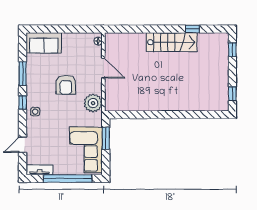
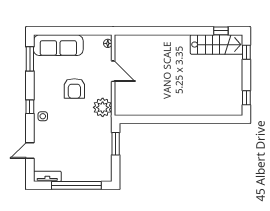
window: (192, 29) -> (221, 31), moved
stairs: (172, 42) -> (217, 45), moved
sofa: (44, 43) -> (58, 45), width x1.36
window: (23, 73) -> (30, 59), moved
corner sofa: (86, 150) -> (95, 156), removed

